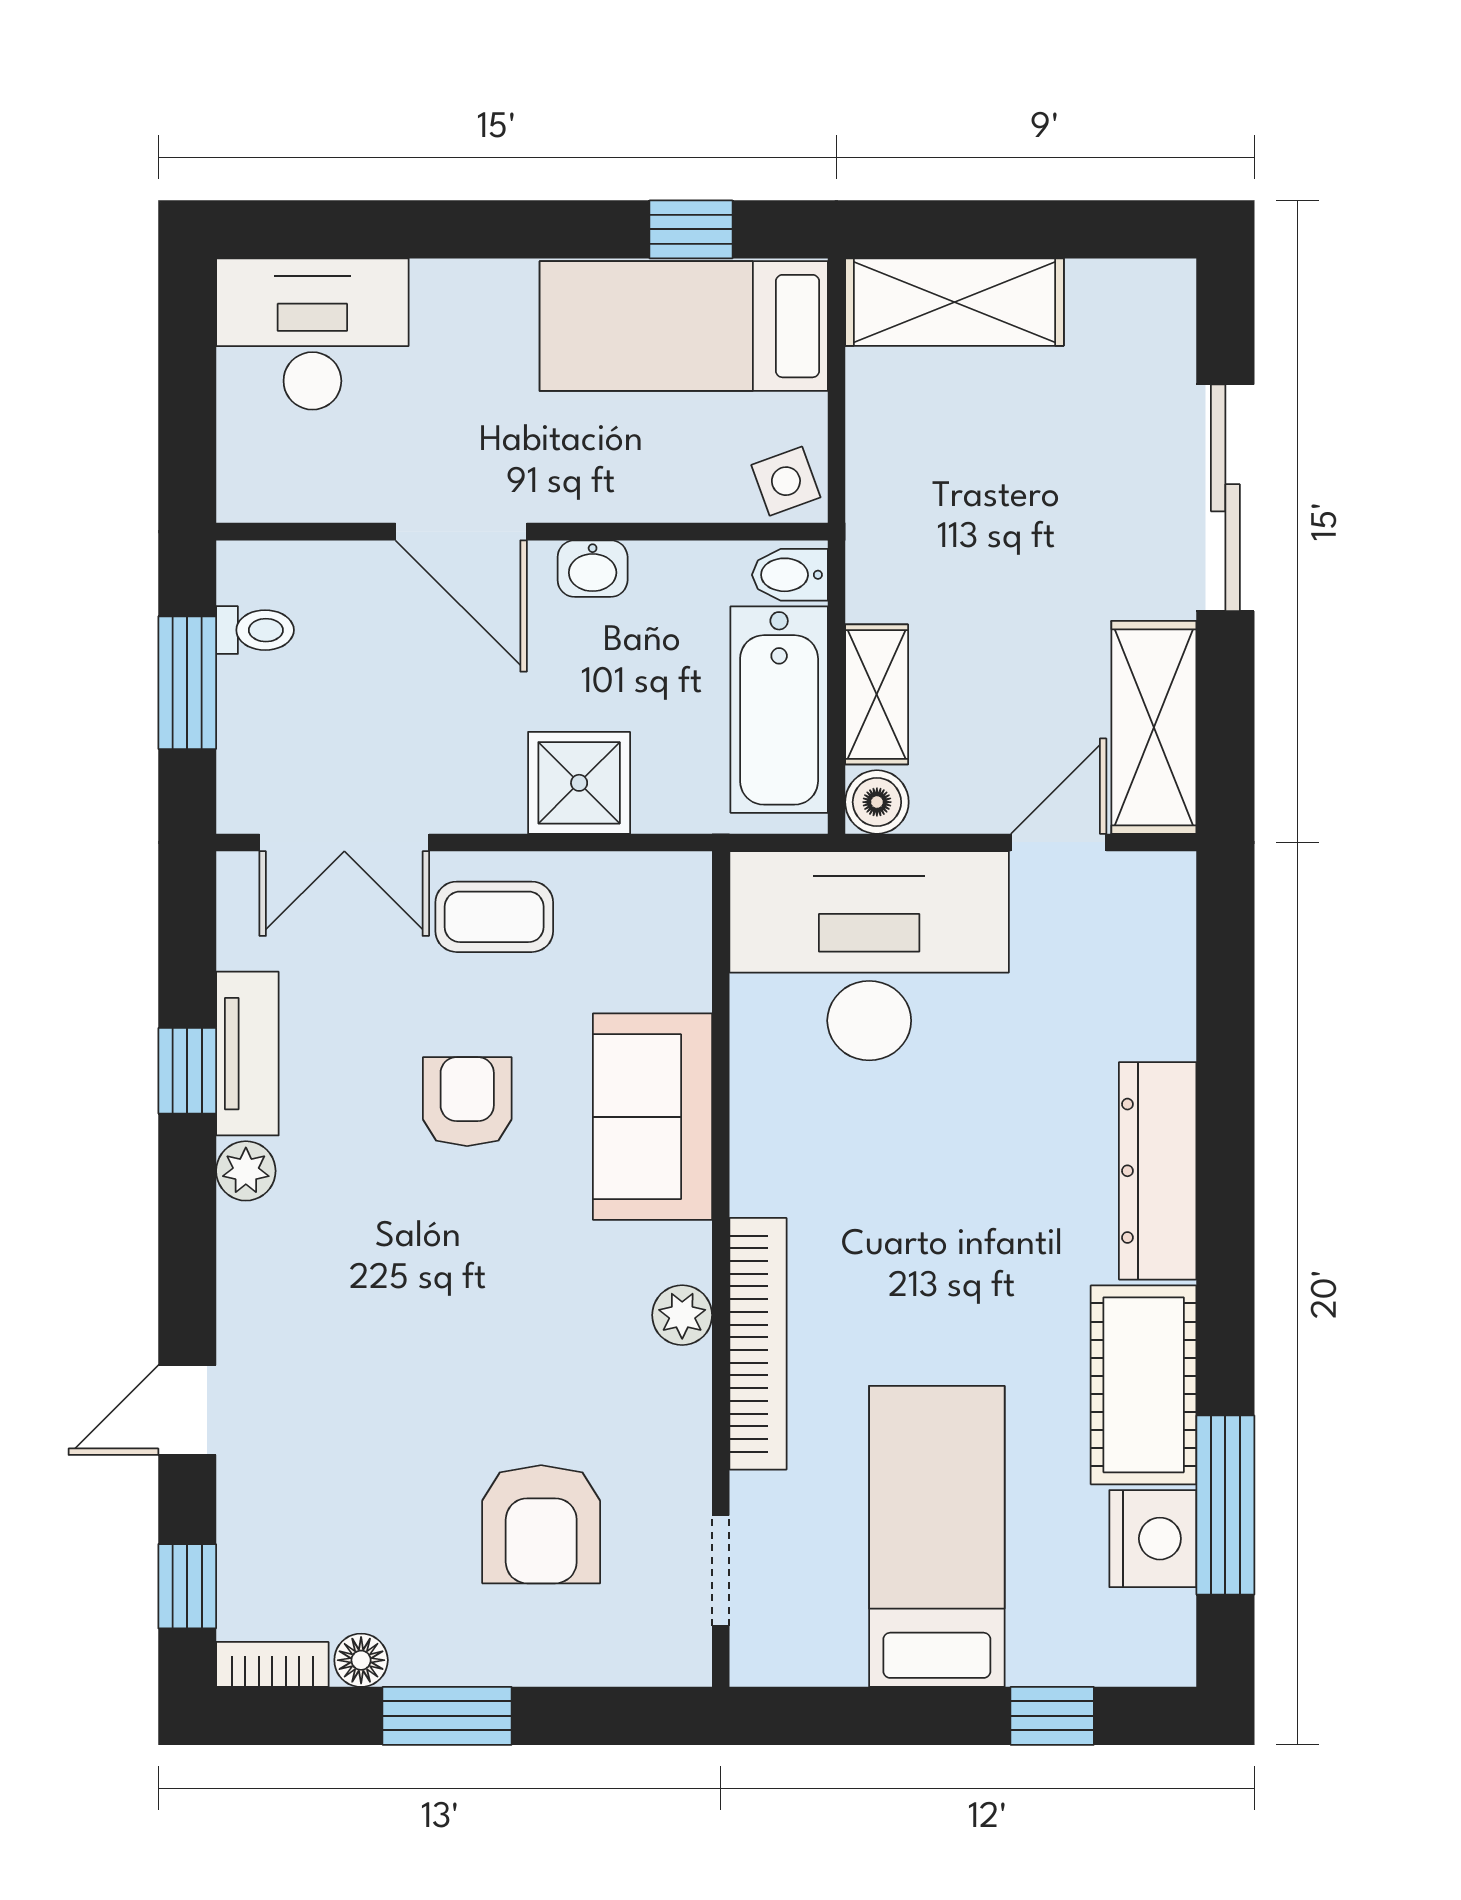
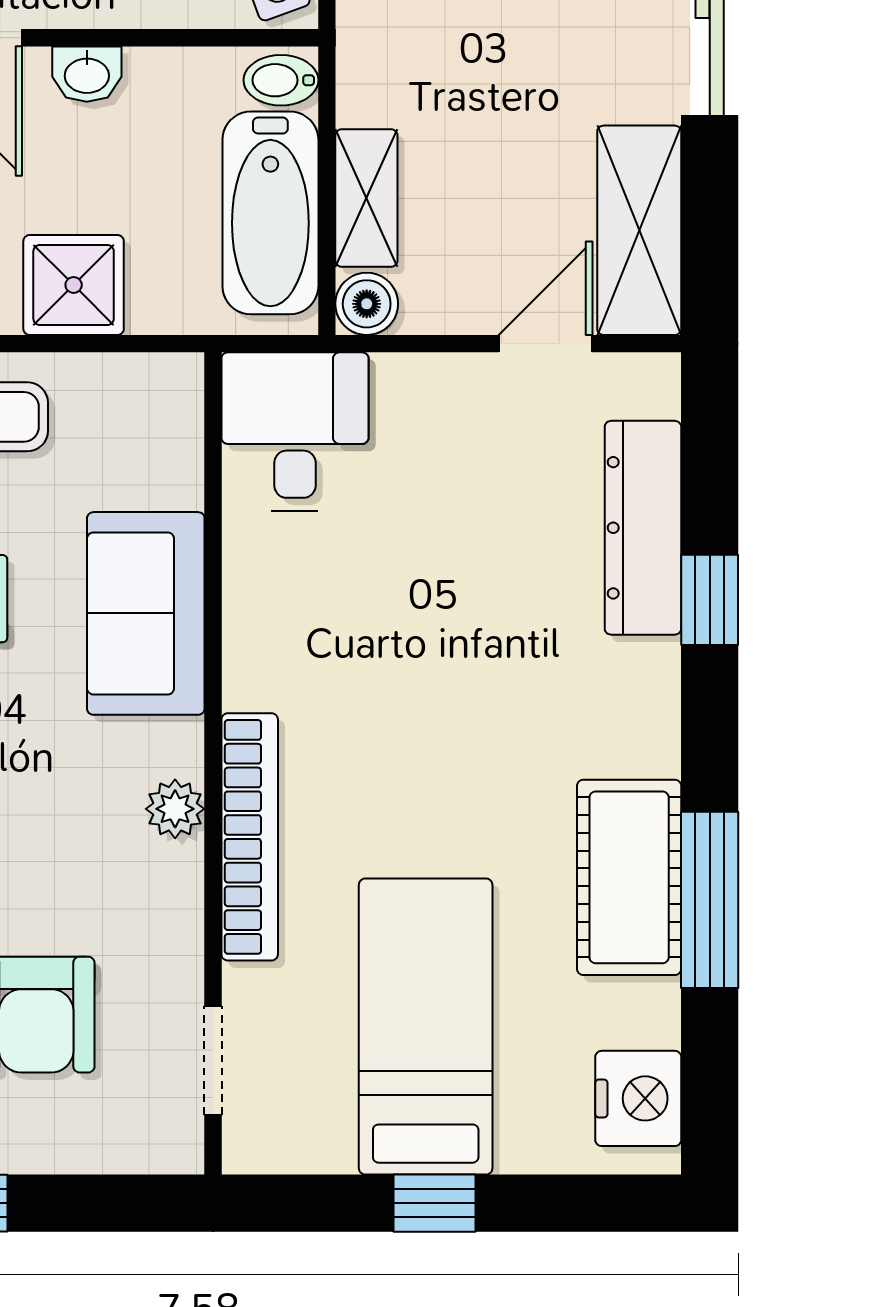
desk: (869, 956) -> (295, 431), width x0.53, depth x0.77
window: (1225, 1103) -> (710, 600), added
dresser: (1158, 1171) -> (643, 528), moved
window: (1225, 1505) -> (710, 900), moved
nightstand: (1153, 1539) -> (638, 1098), moved
window: (1052, 1716) -> (435, 1203), moved

